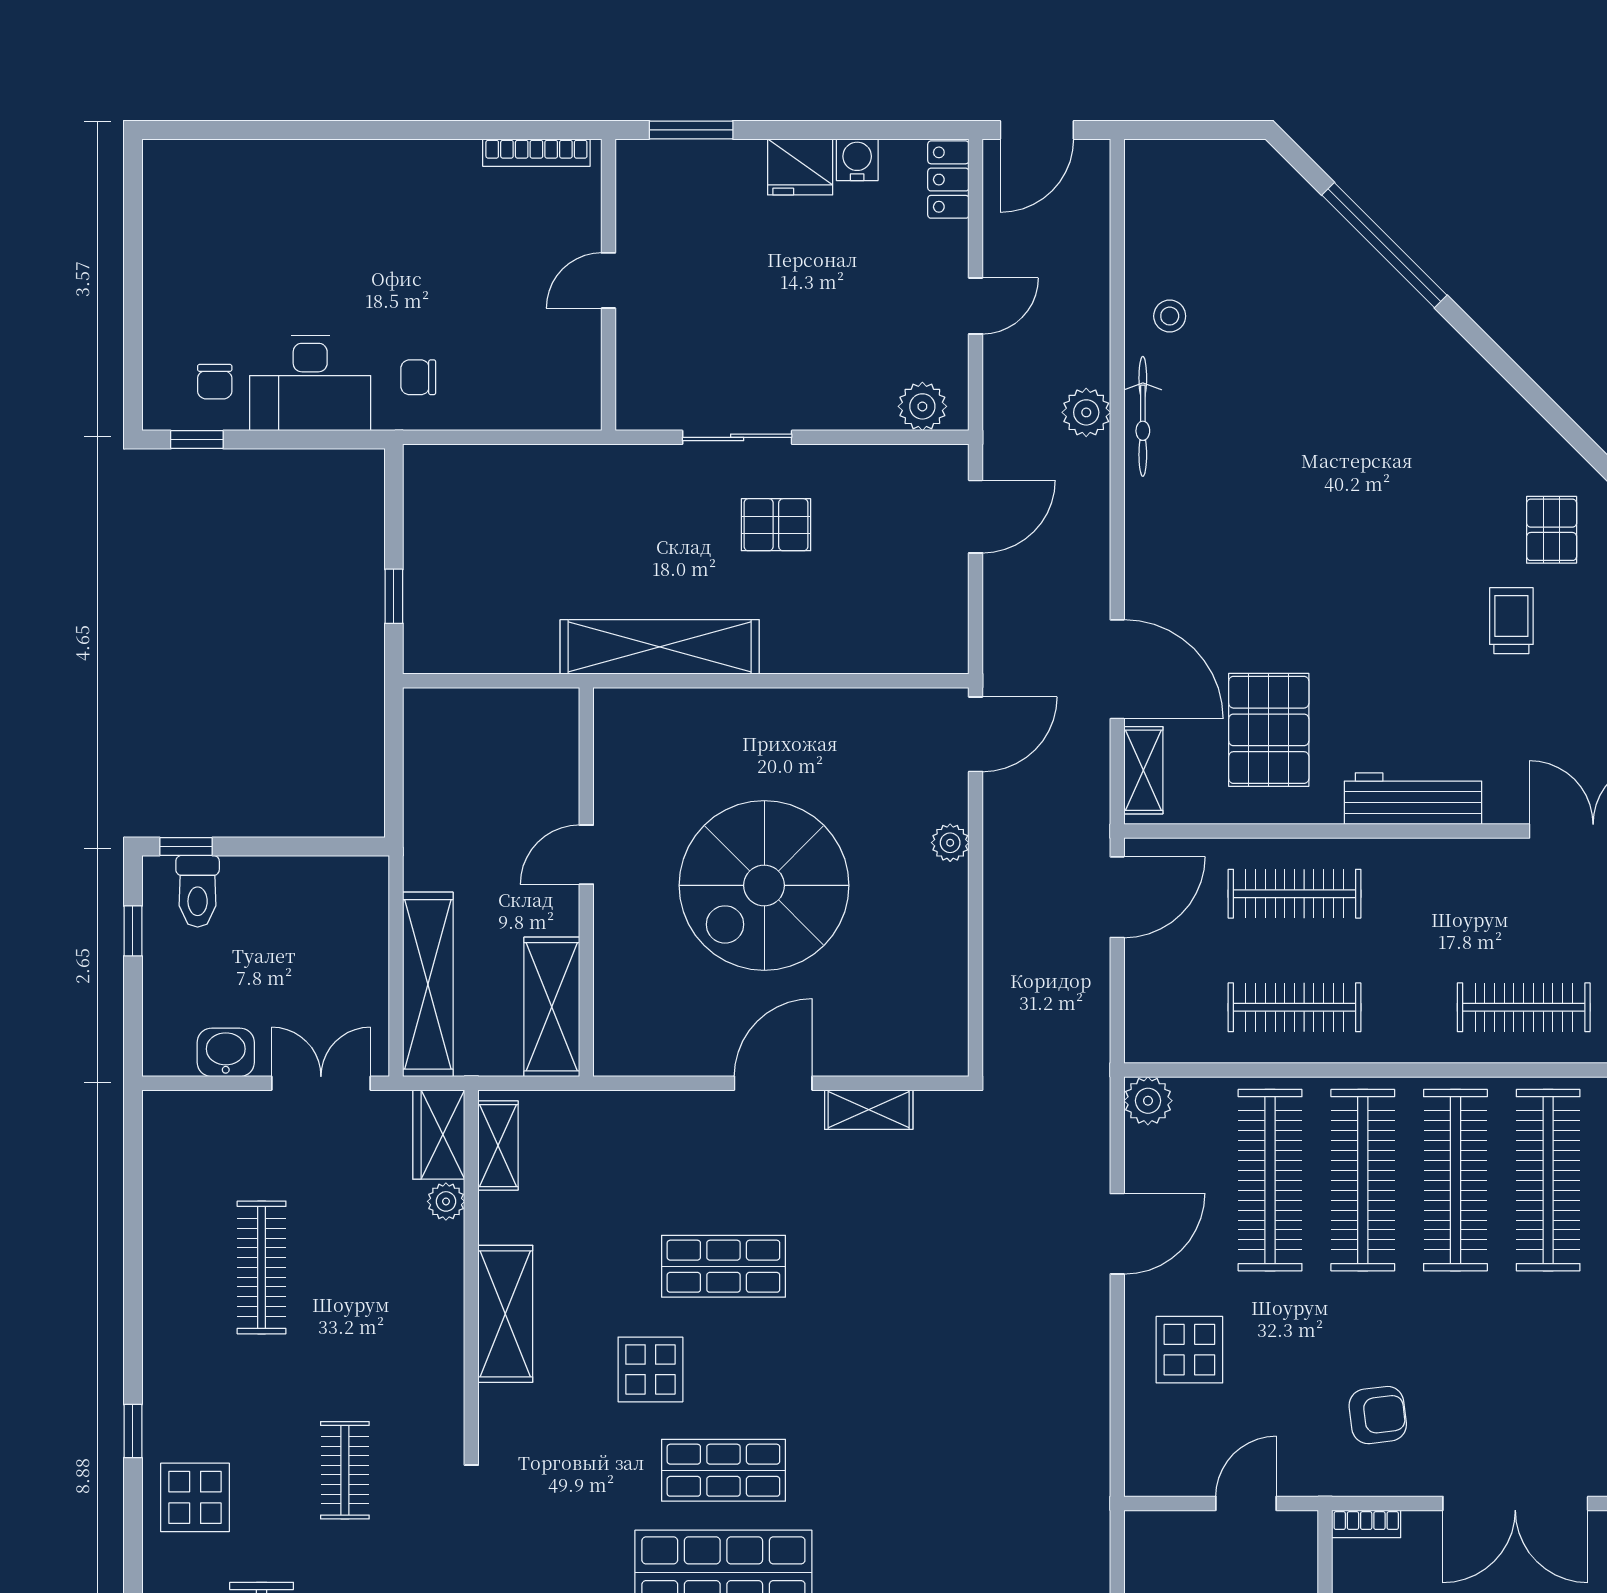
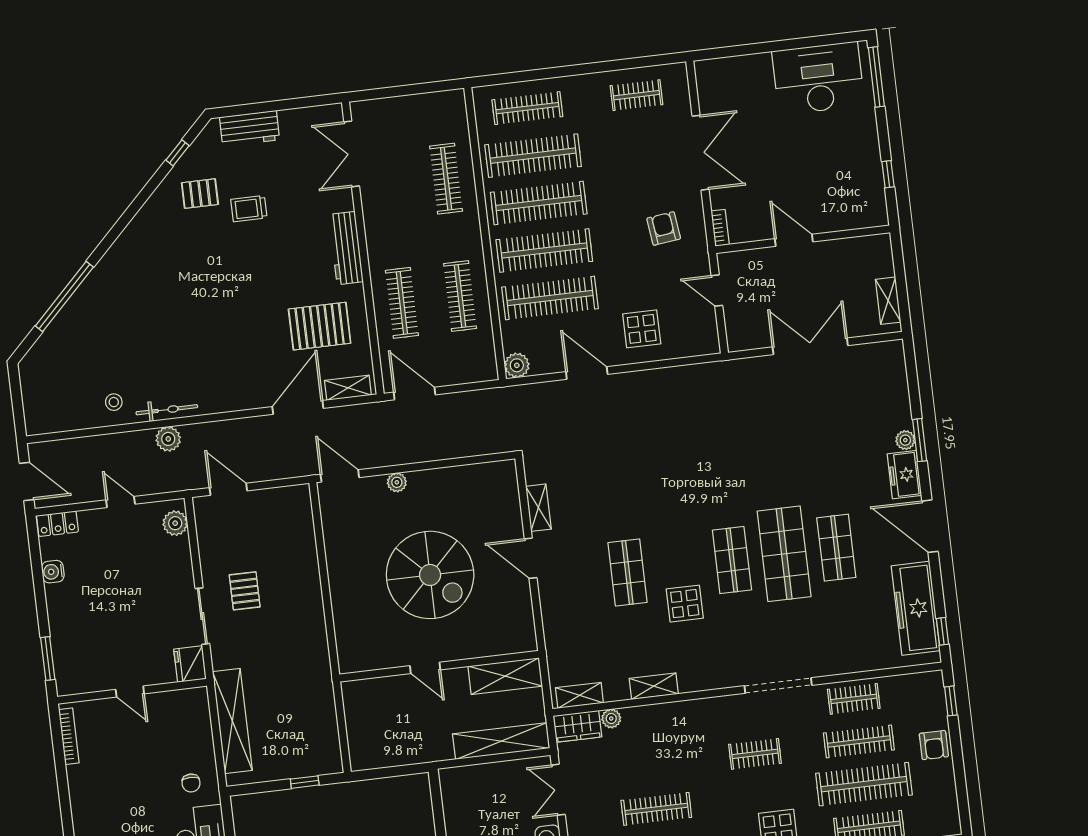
fridge: (800, 167) -> (190, 664), moved, turned 180
shelving: (660, 647) -> (232, 721), moved
shelving: (505, 1314) -> (654, 686), width x0.67, depth x0.75

